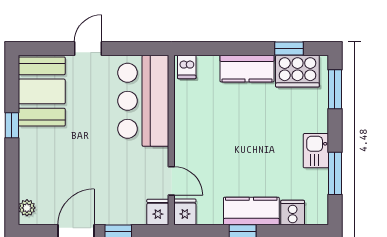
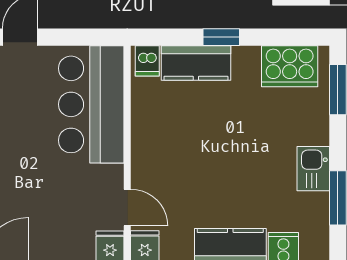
window: (289, 49) -> (221, 37), moved
kitchen counter: (247, 69) -> (196, 63), moved

